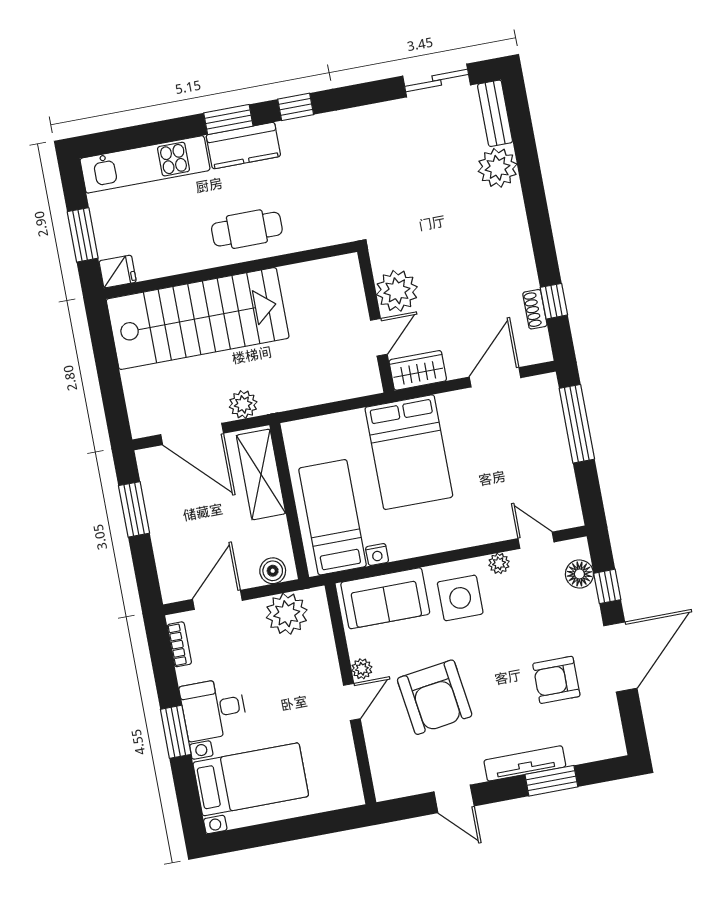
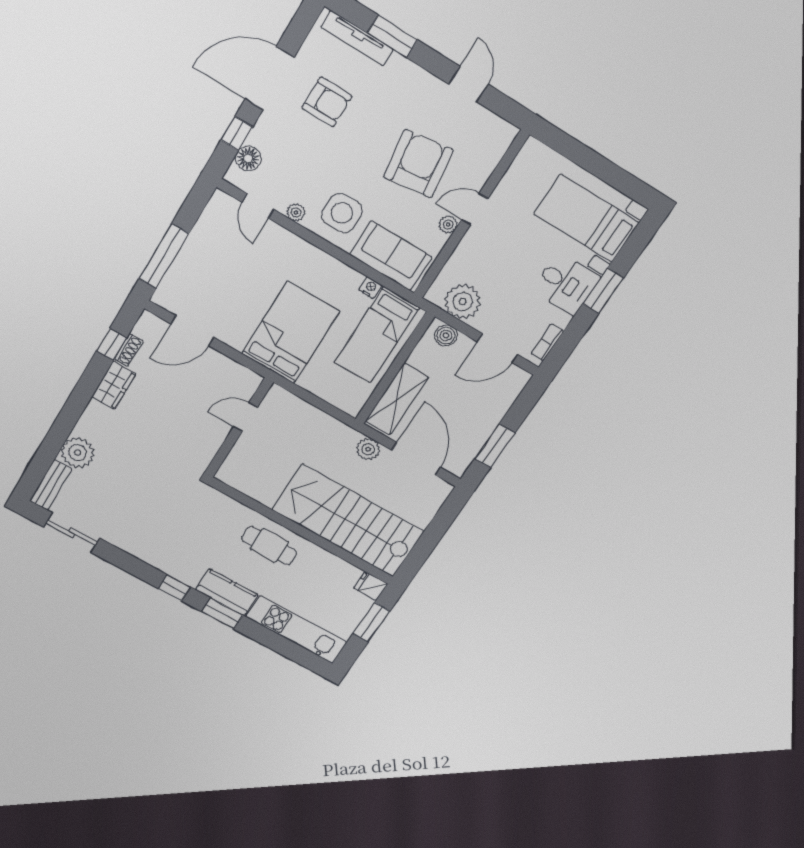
plant: (397, 291) -> (208, 434), removed
wardrobe: (418, 370) -> (114, 385), moved, turned -90
tv unit: (525, 763) -> (357, 38), moved

